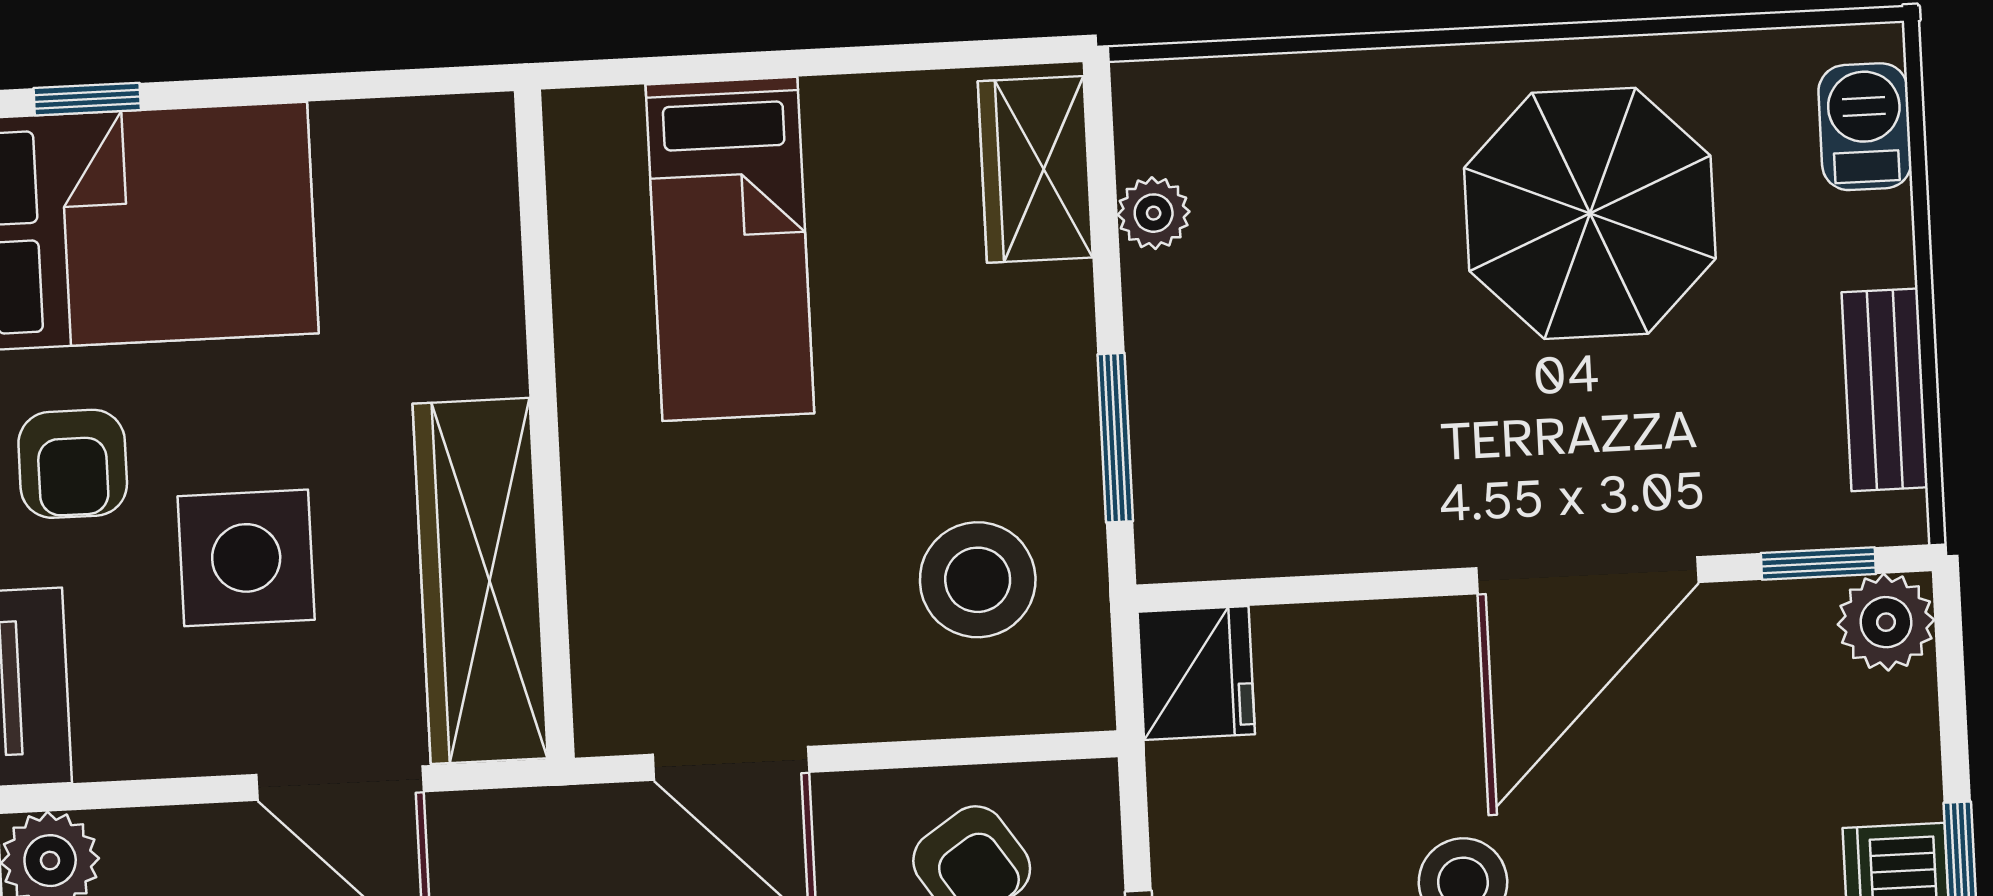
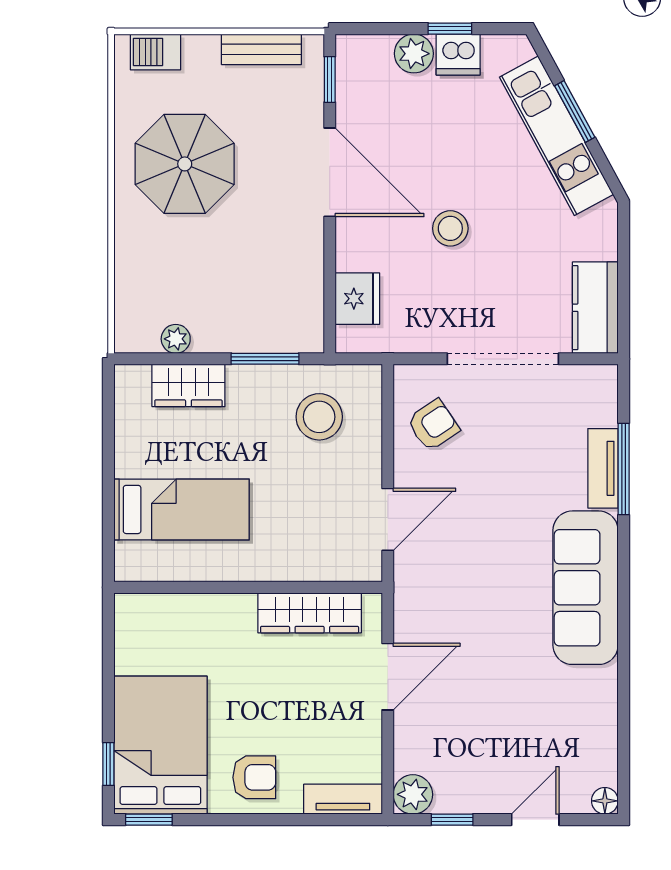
wardrobe: (1035, 169) -> (188, 385), moved
side table: (246, 558) -> (296, 710), removed
wardrobe: (480, 581) -> (310, 613), width x0.71, depth x0.85
plant: (1886, 622) -> (414, 54), moved
fridge: (1196, 673) -> (357, 299), moved, turned 90

